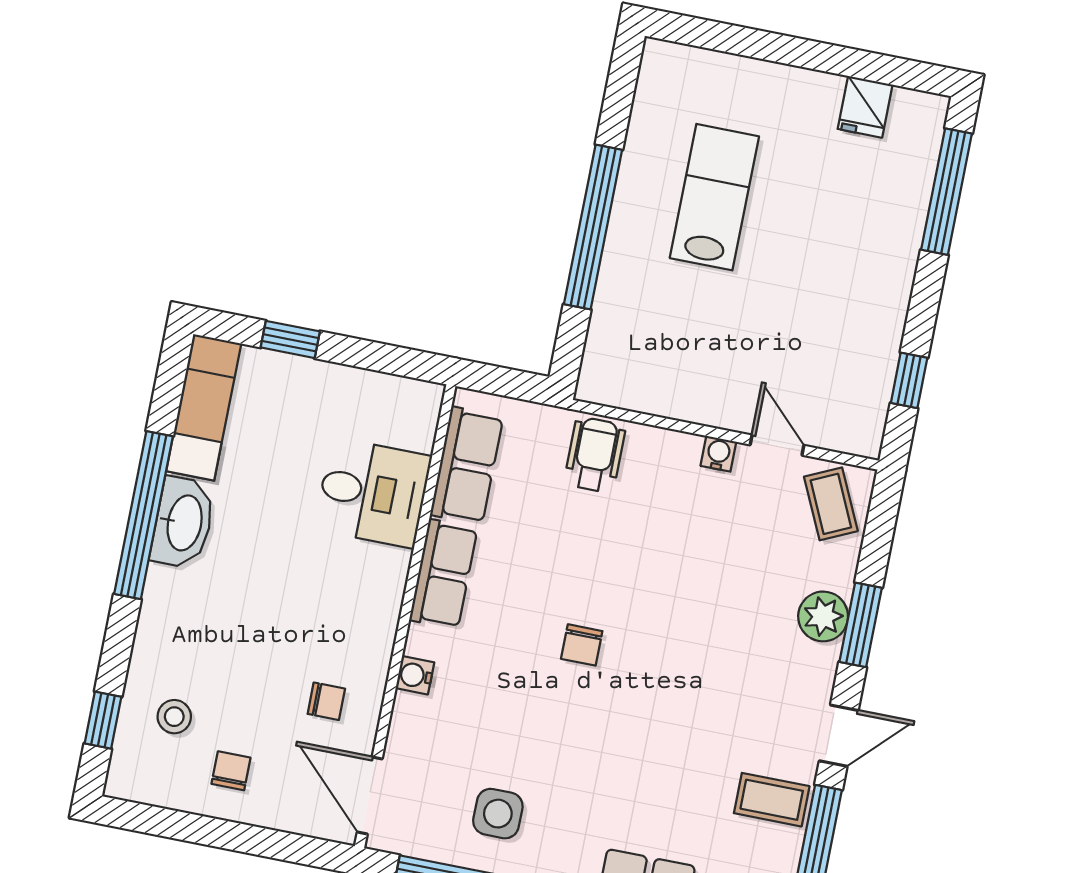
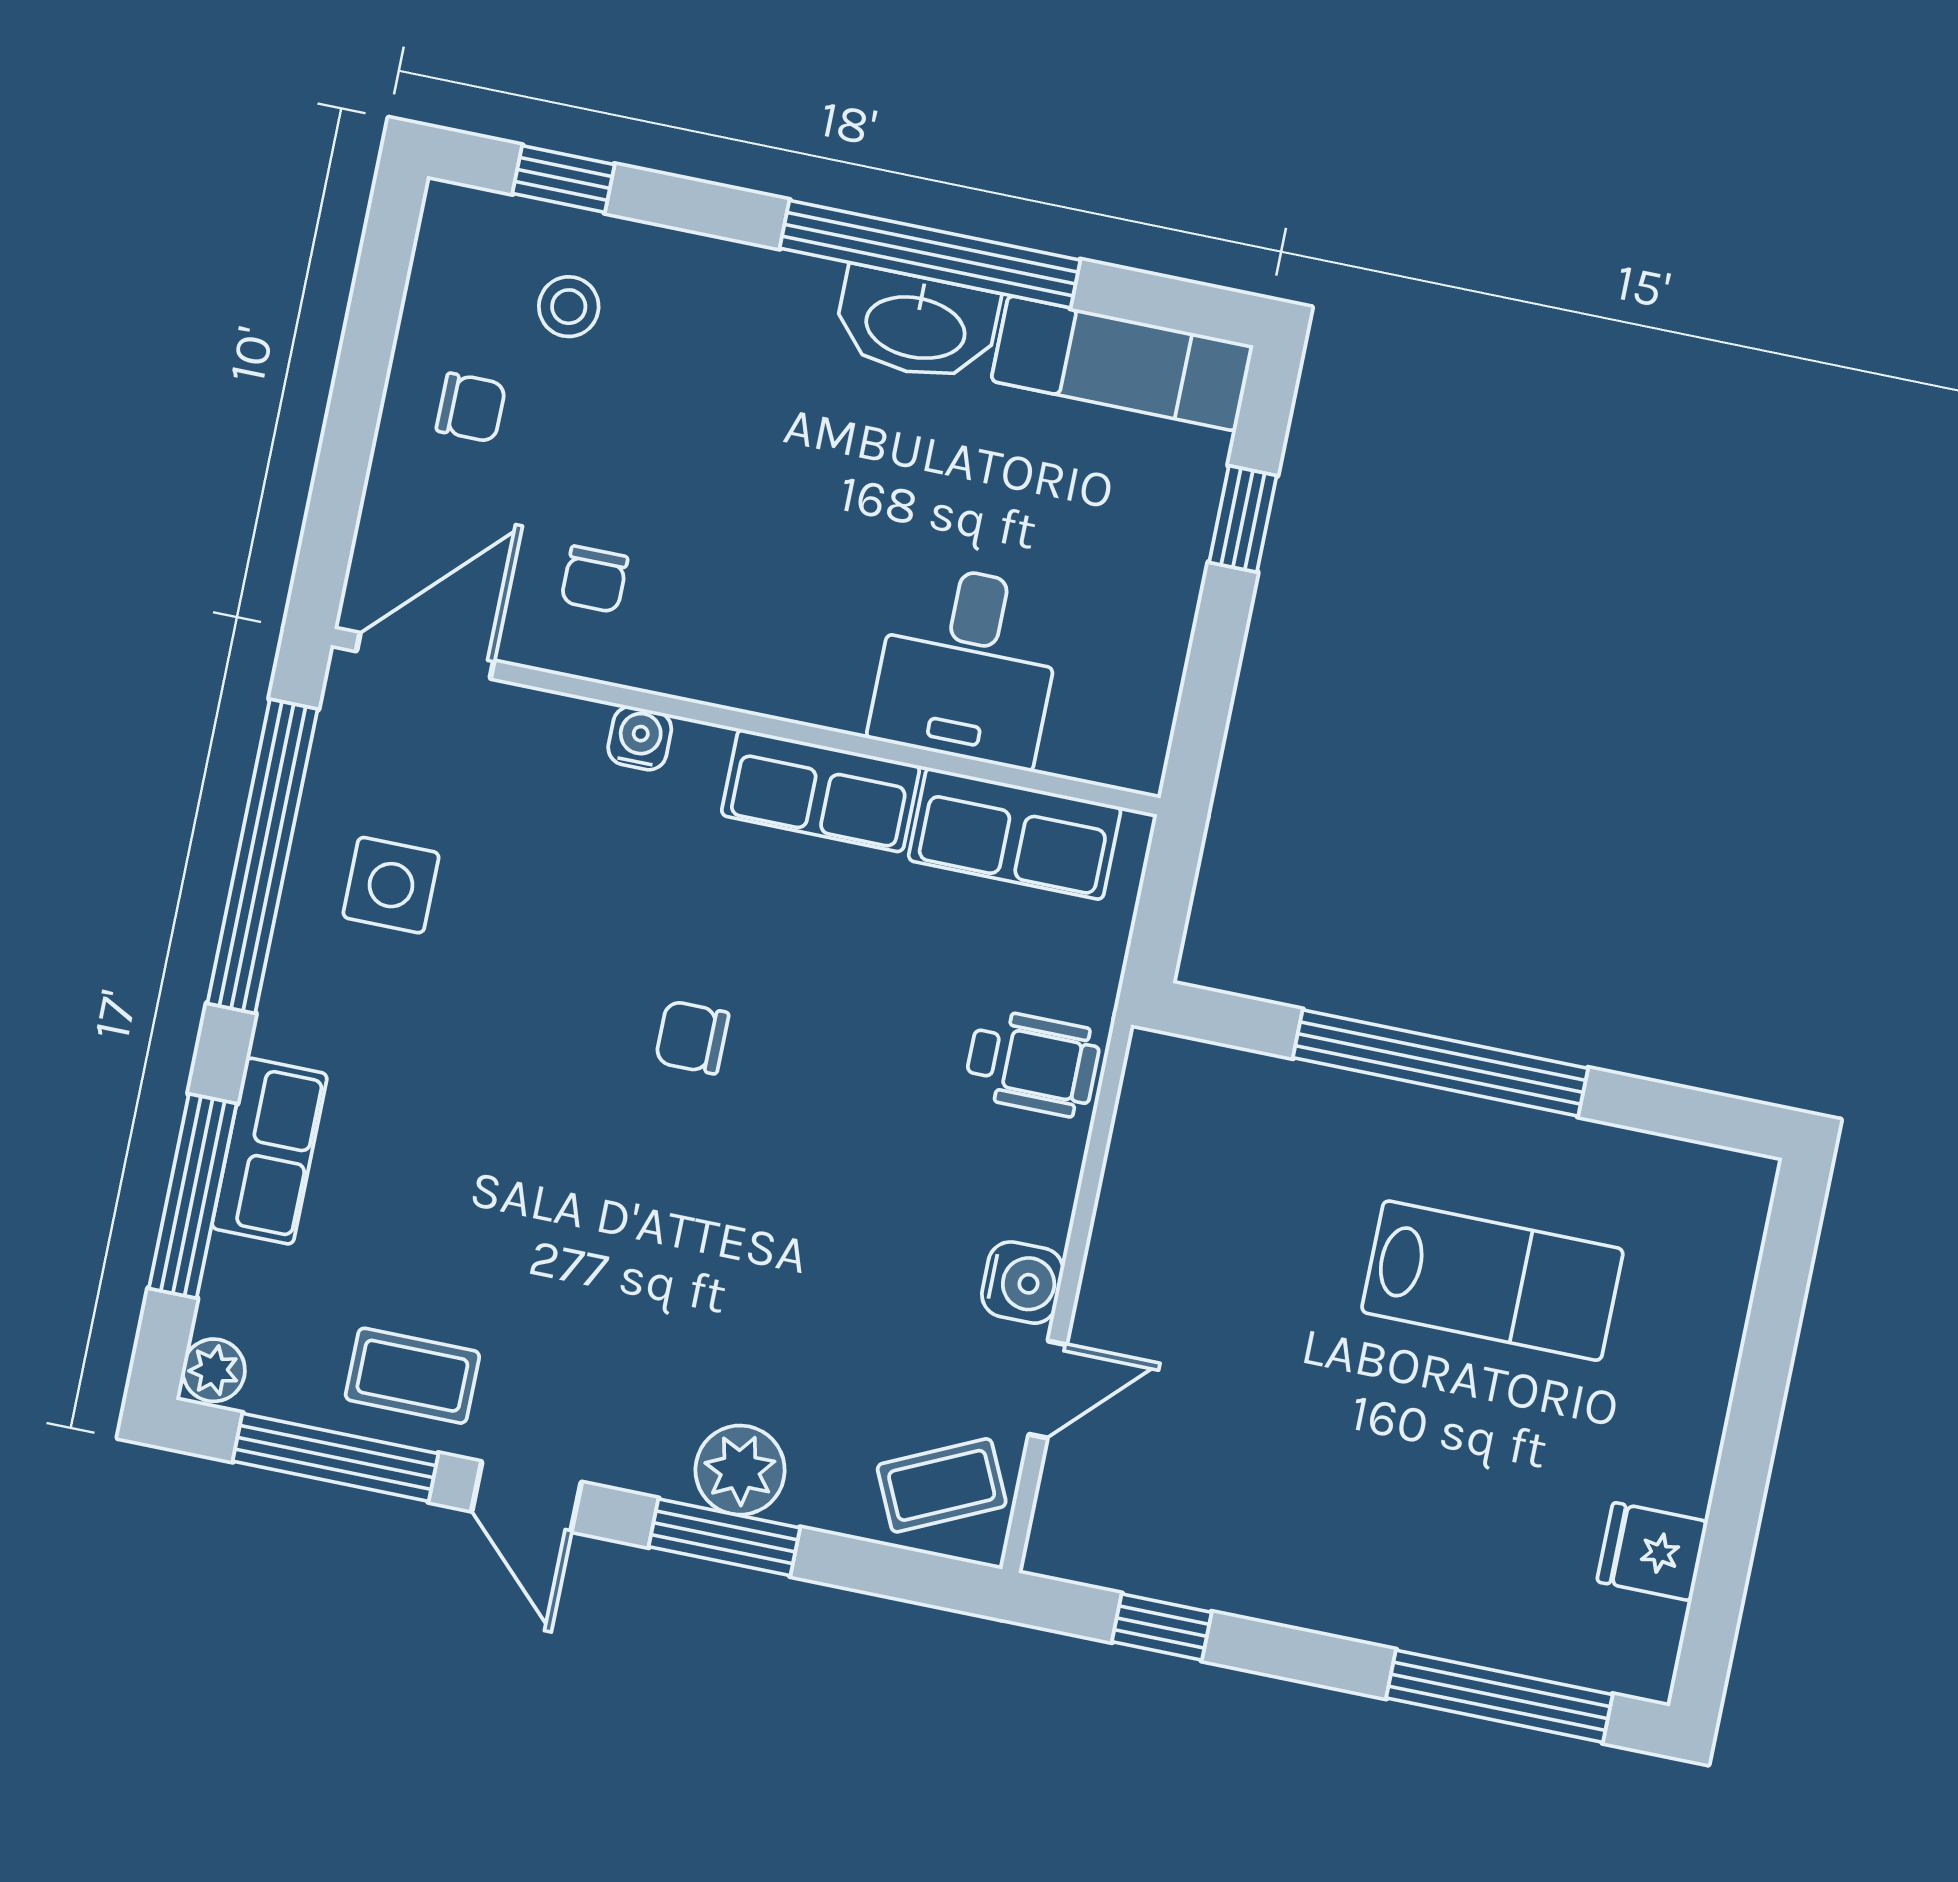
water cooler: (718, 454) -> (1023, 1283), width x1.38, depth x1.38
coffee table: (772, 800) -> (412, 1376), turned 90

